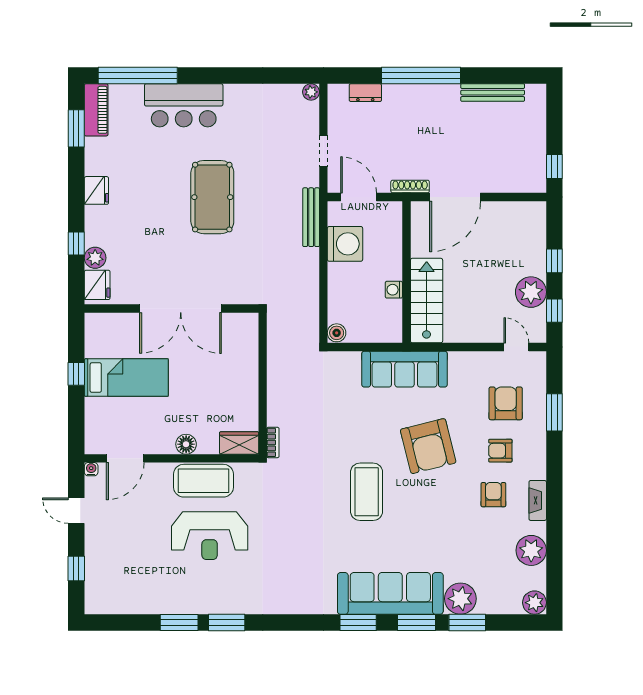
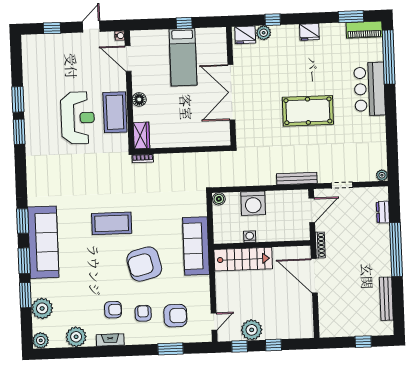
window: (554, 167) -> (363, 342), moved
washing machine: (345, 244) -> (253, 203), moved
reception desk: (210, 536) -> (78, 118), turned 180
plant: (460, 599) -> (42, 308), moved

